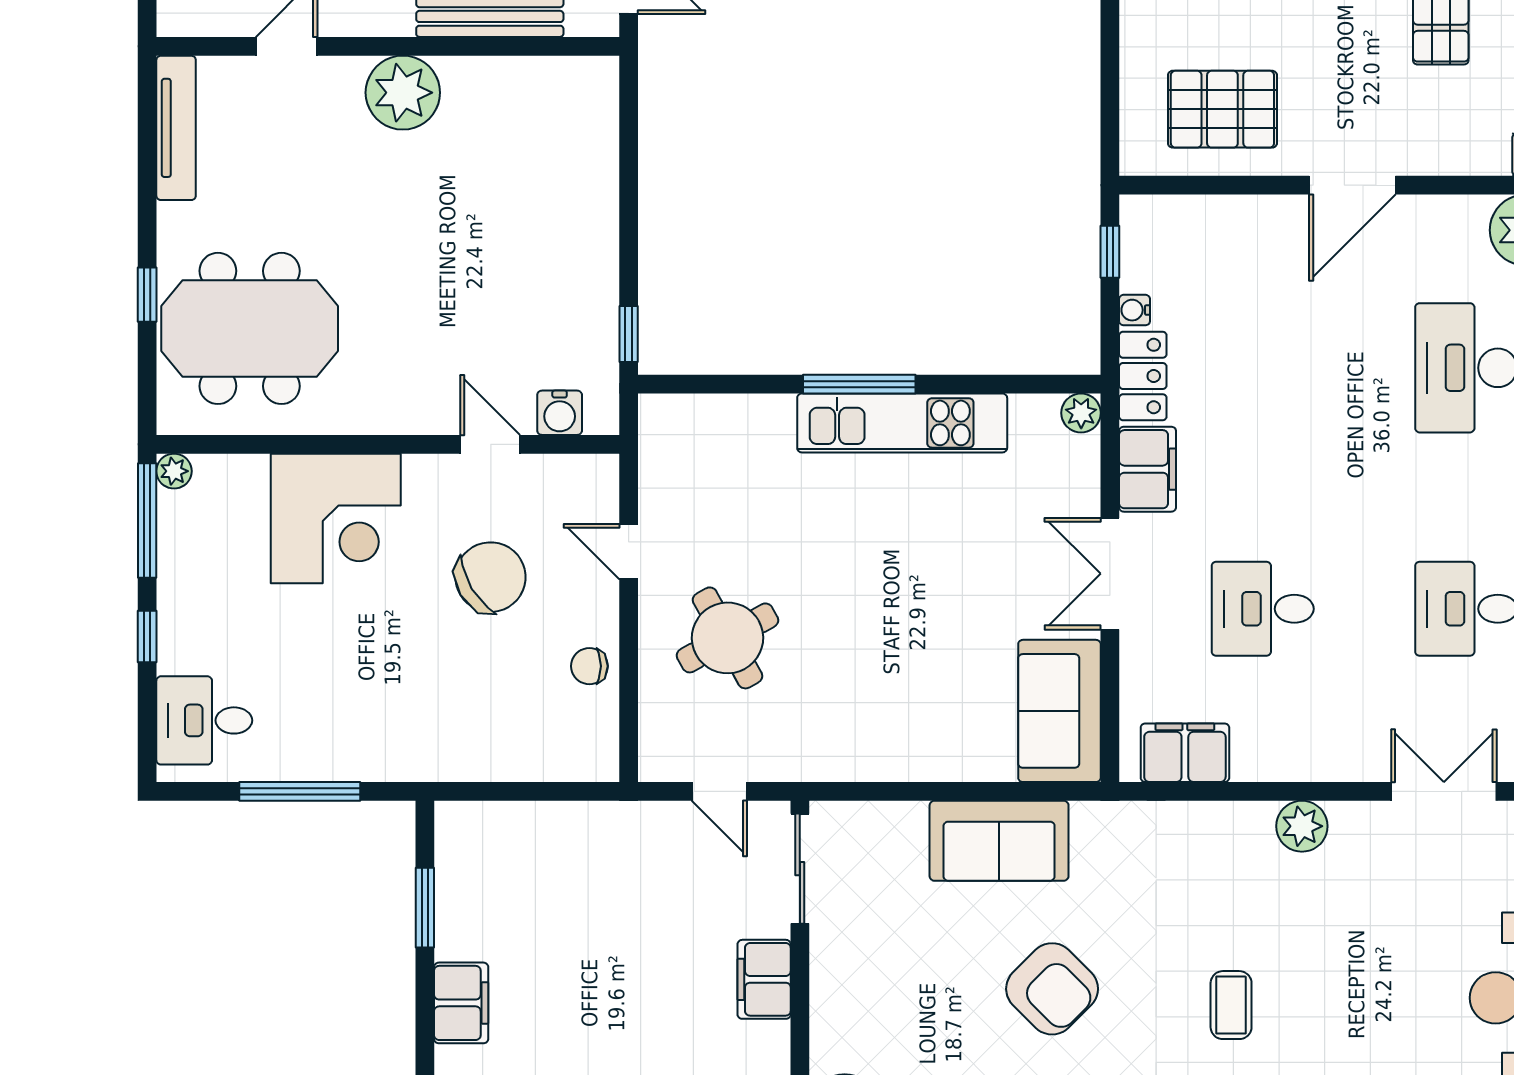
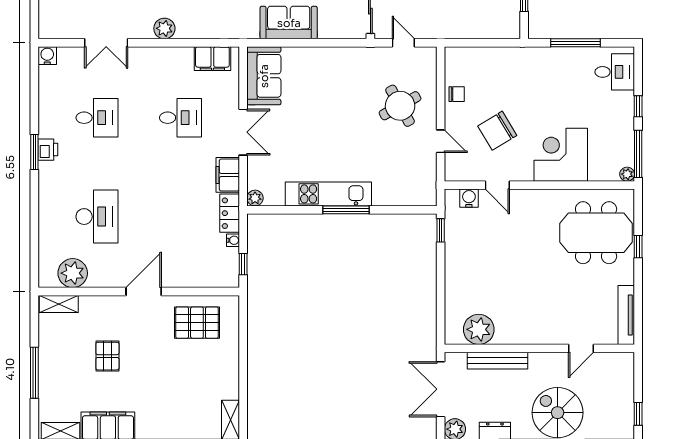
plant: (403, 93) -> (479, 329), moved

